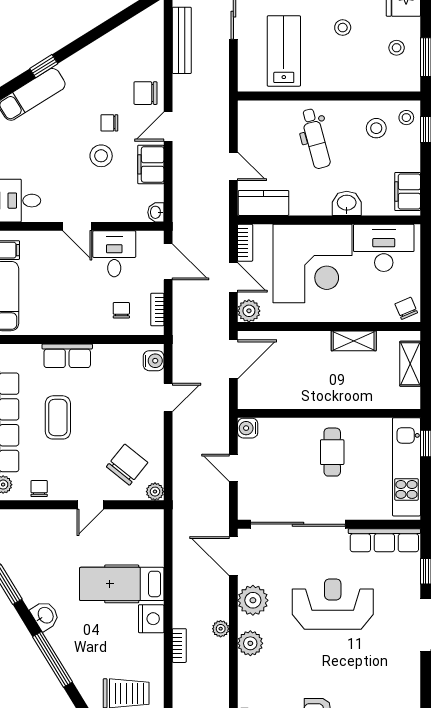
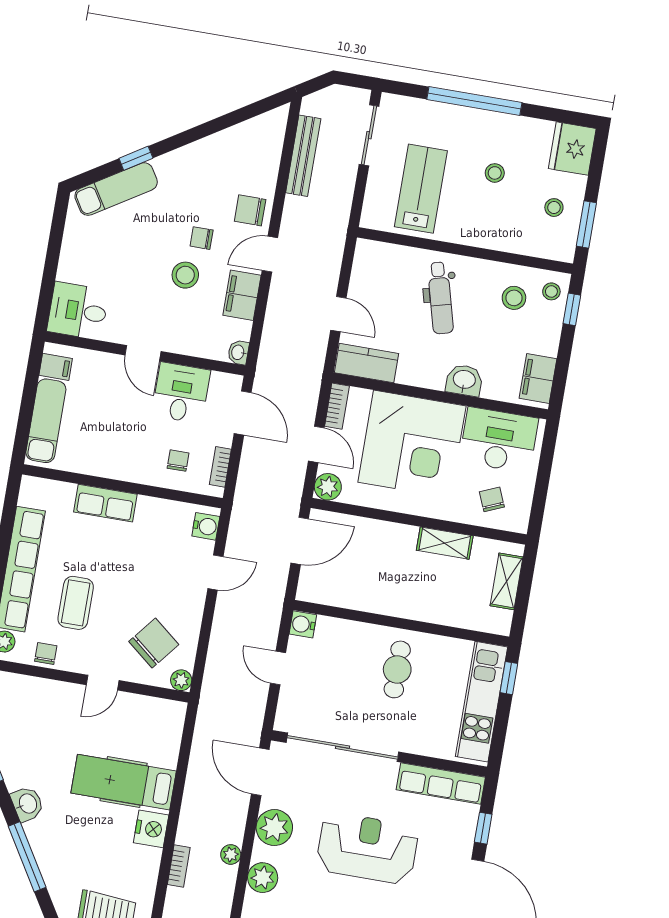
chair: (406, 308) -> (492, 499), moved
coffee table: (58, 417) -> (76, 603), moved

